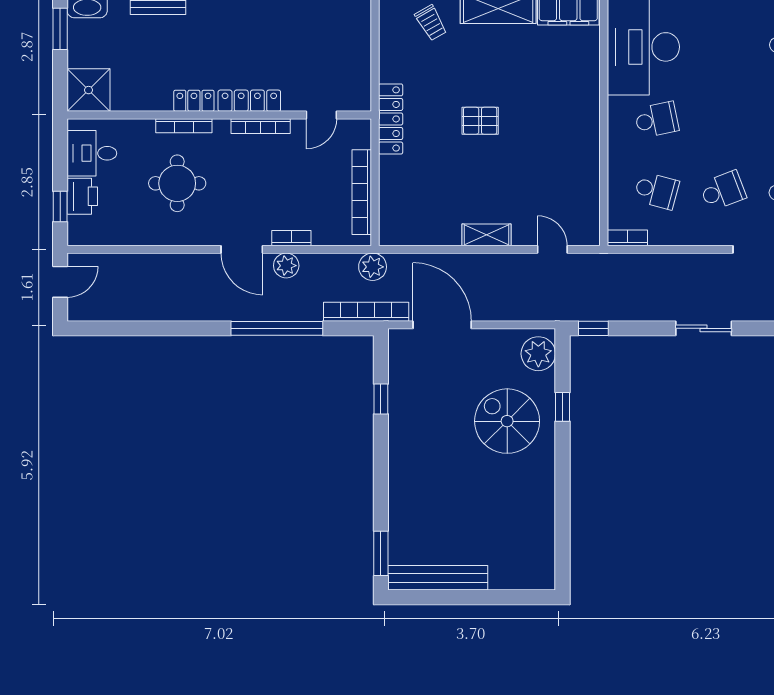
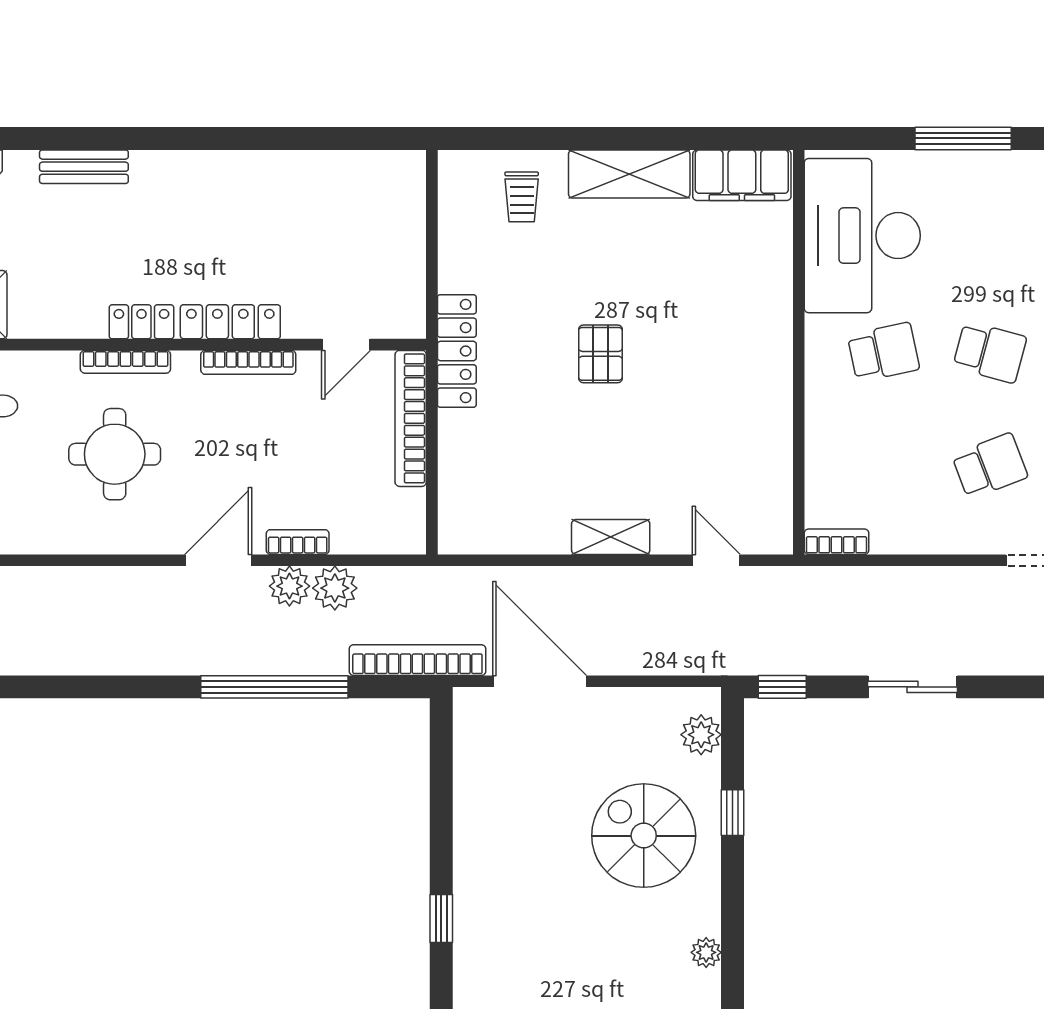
trolley: (431, 23) -> (522, 197), turned 30
pallet: (480, 121) -> (600, 354), turned 90
school desk: (657, 191) -> (990, 352), moved
bookcase: (362, 192) -> (411, 418), moved
door: (242, 249) -> (218, 560), swing flipped
plant: (373, 267) -> (335, 588), moved
sliding door: (704, 328) -> (913, 687), moved
plant: (538, 354) -> (701, 735), width x0.73, depth x0.73
window: (381, 399) -> (441, 919), moved
plant: (546, 494) -> (706, 952), added

